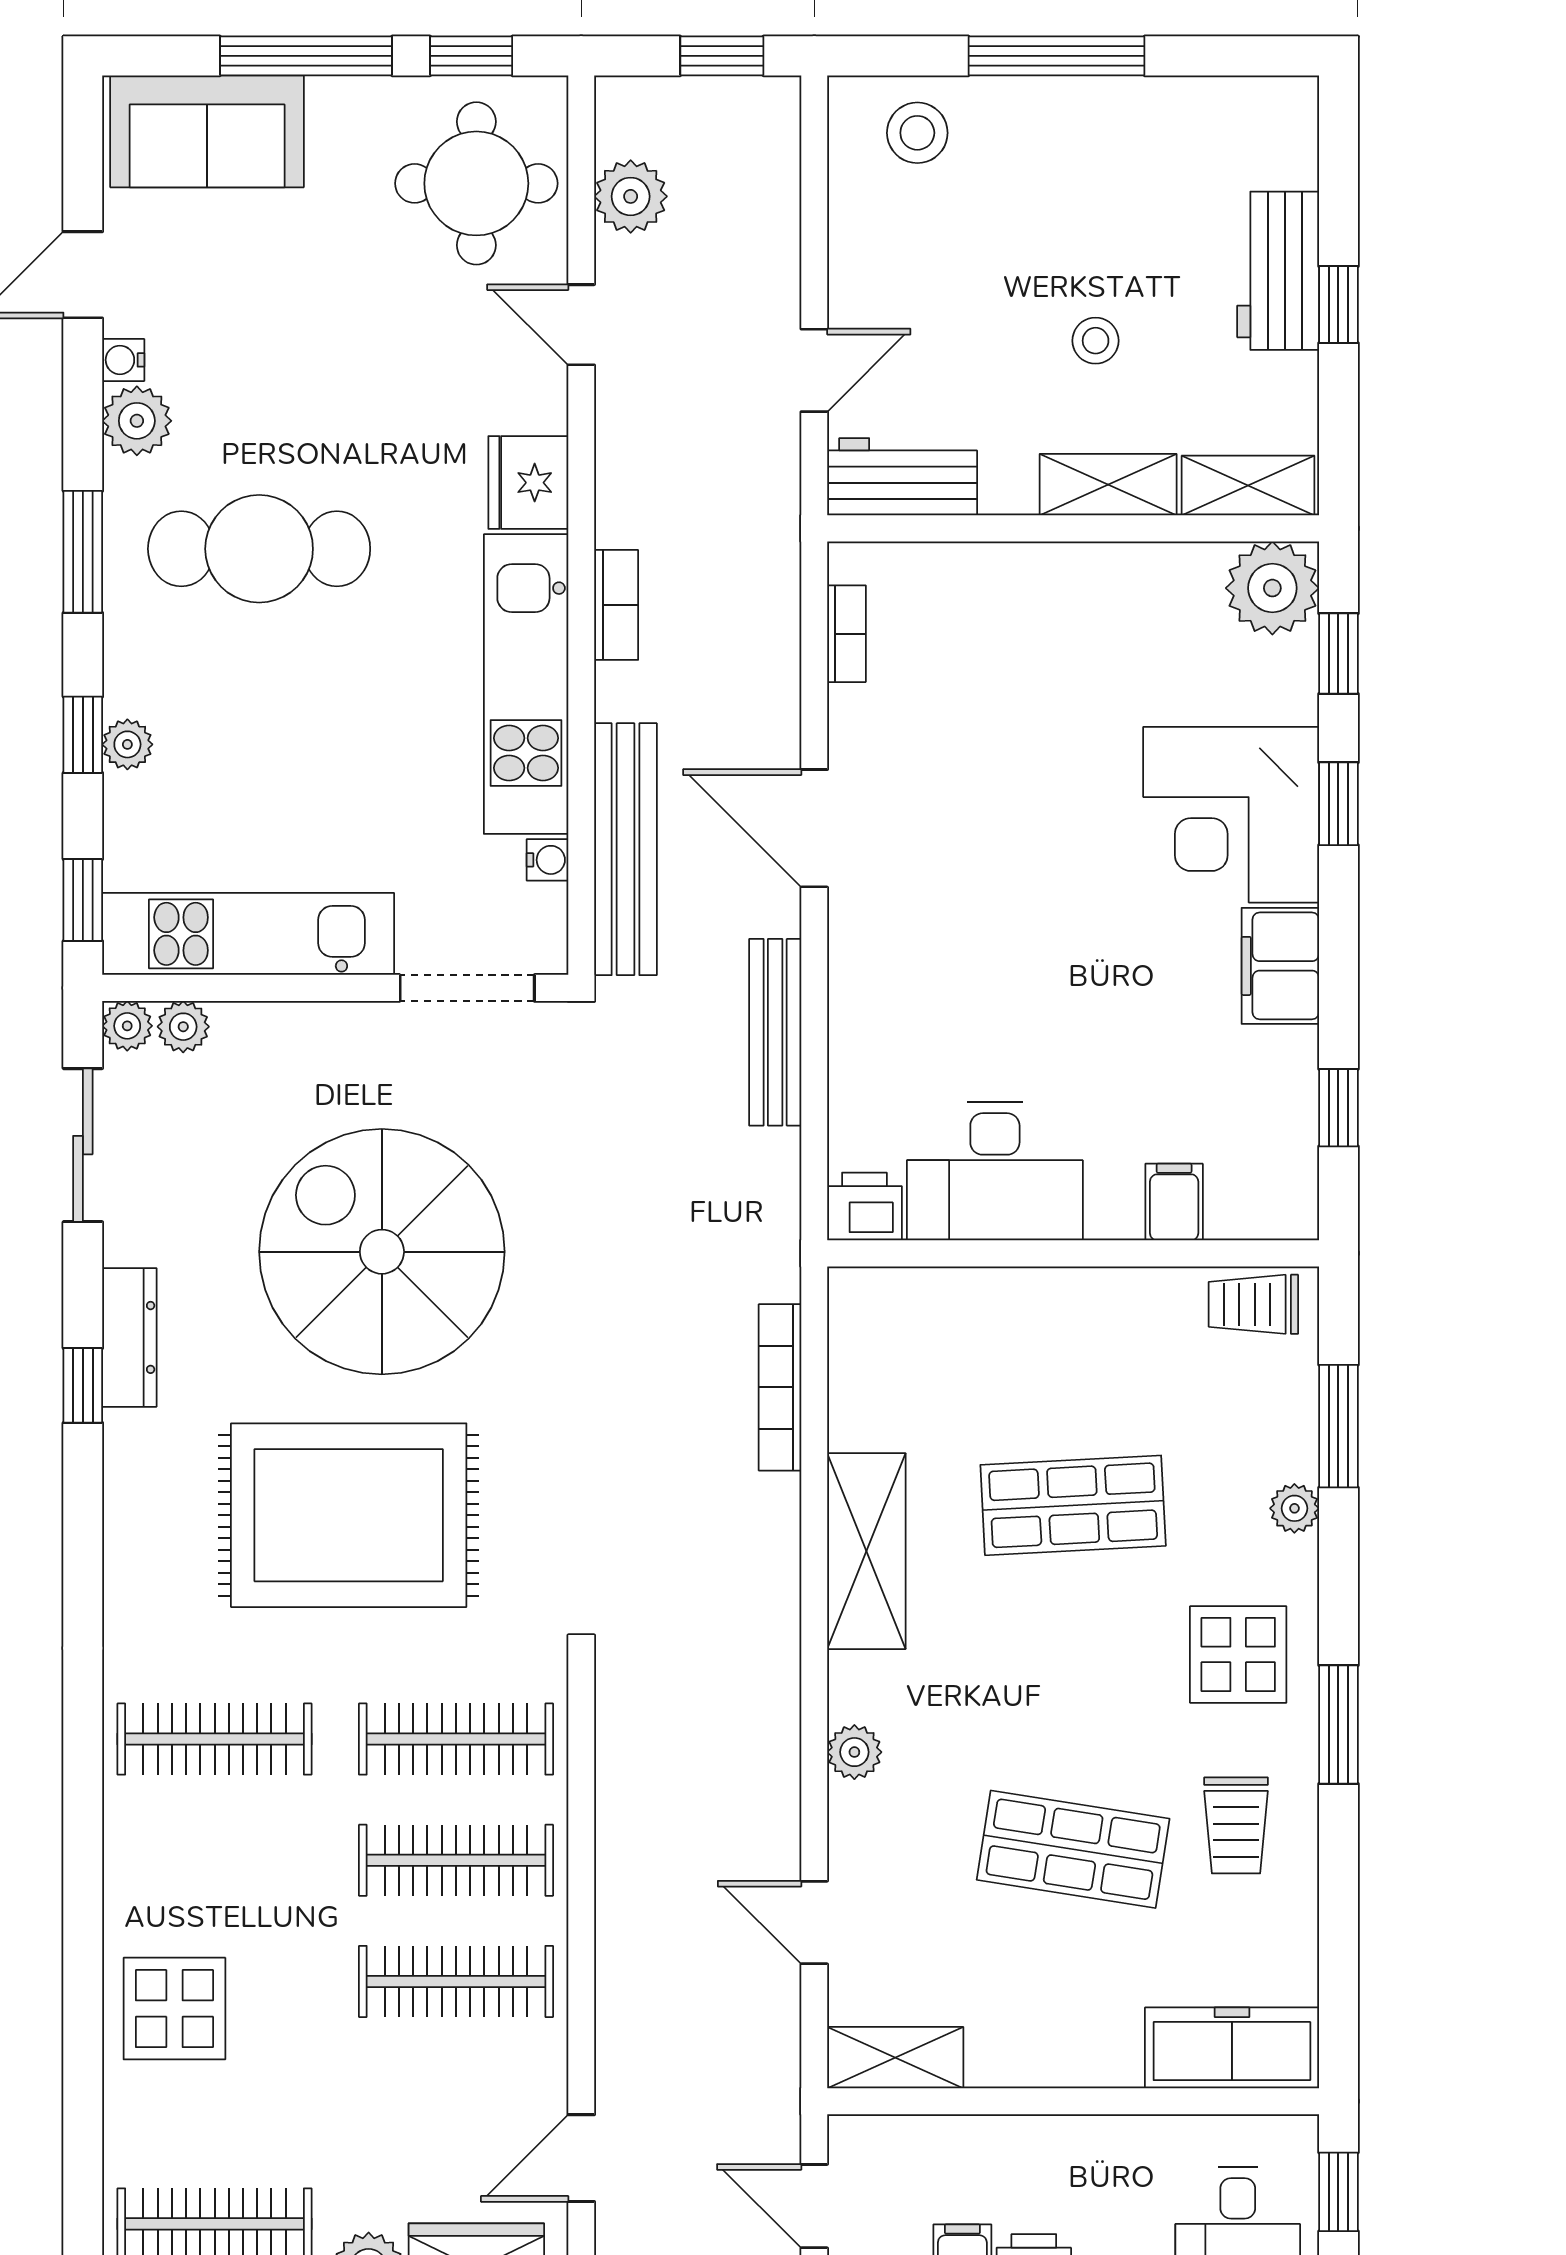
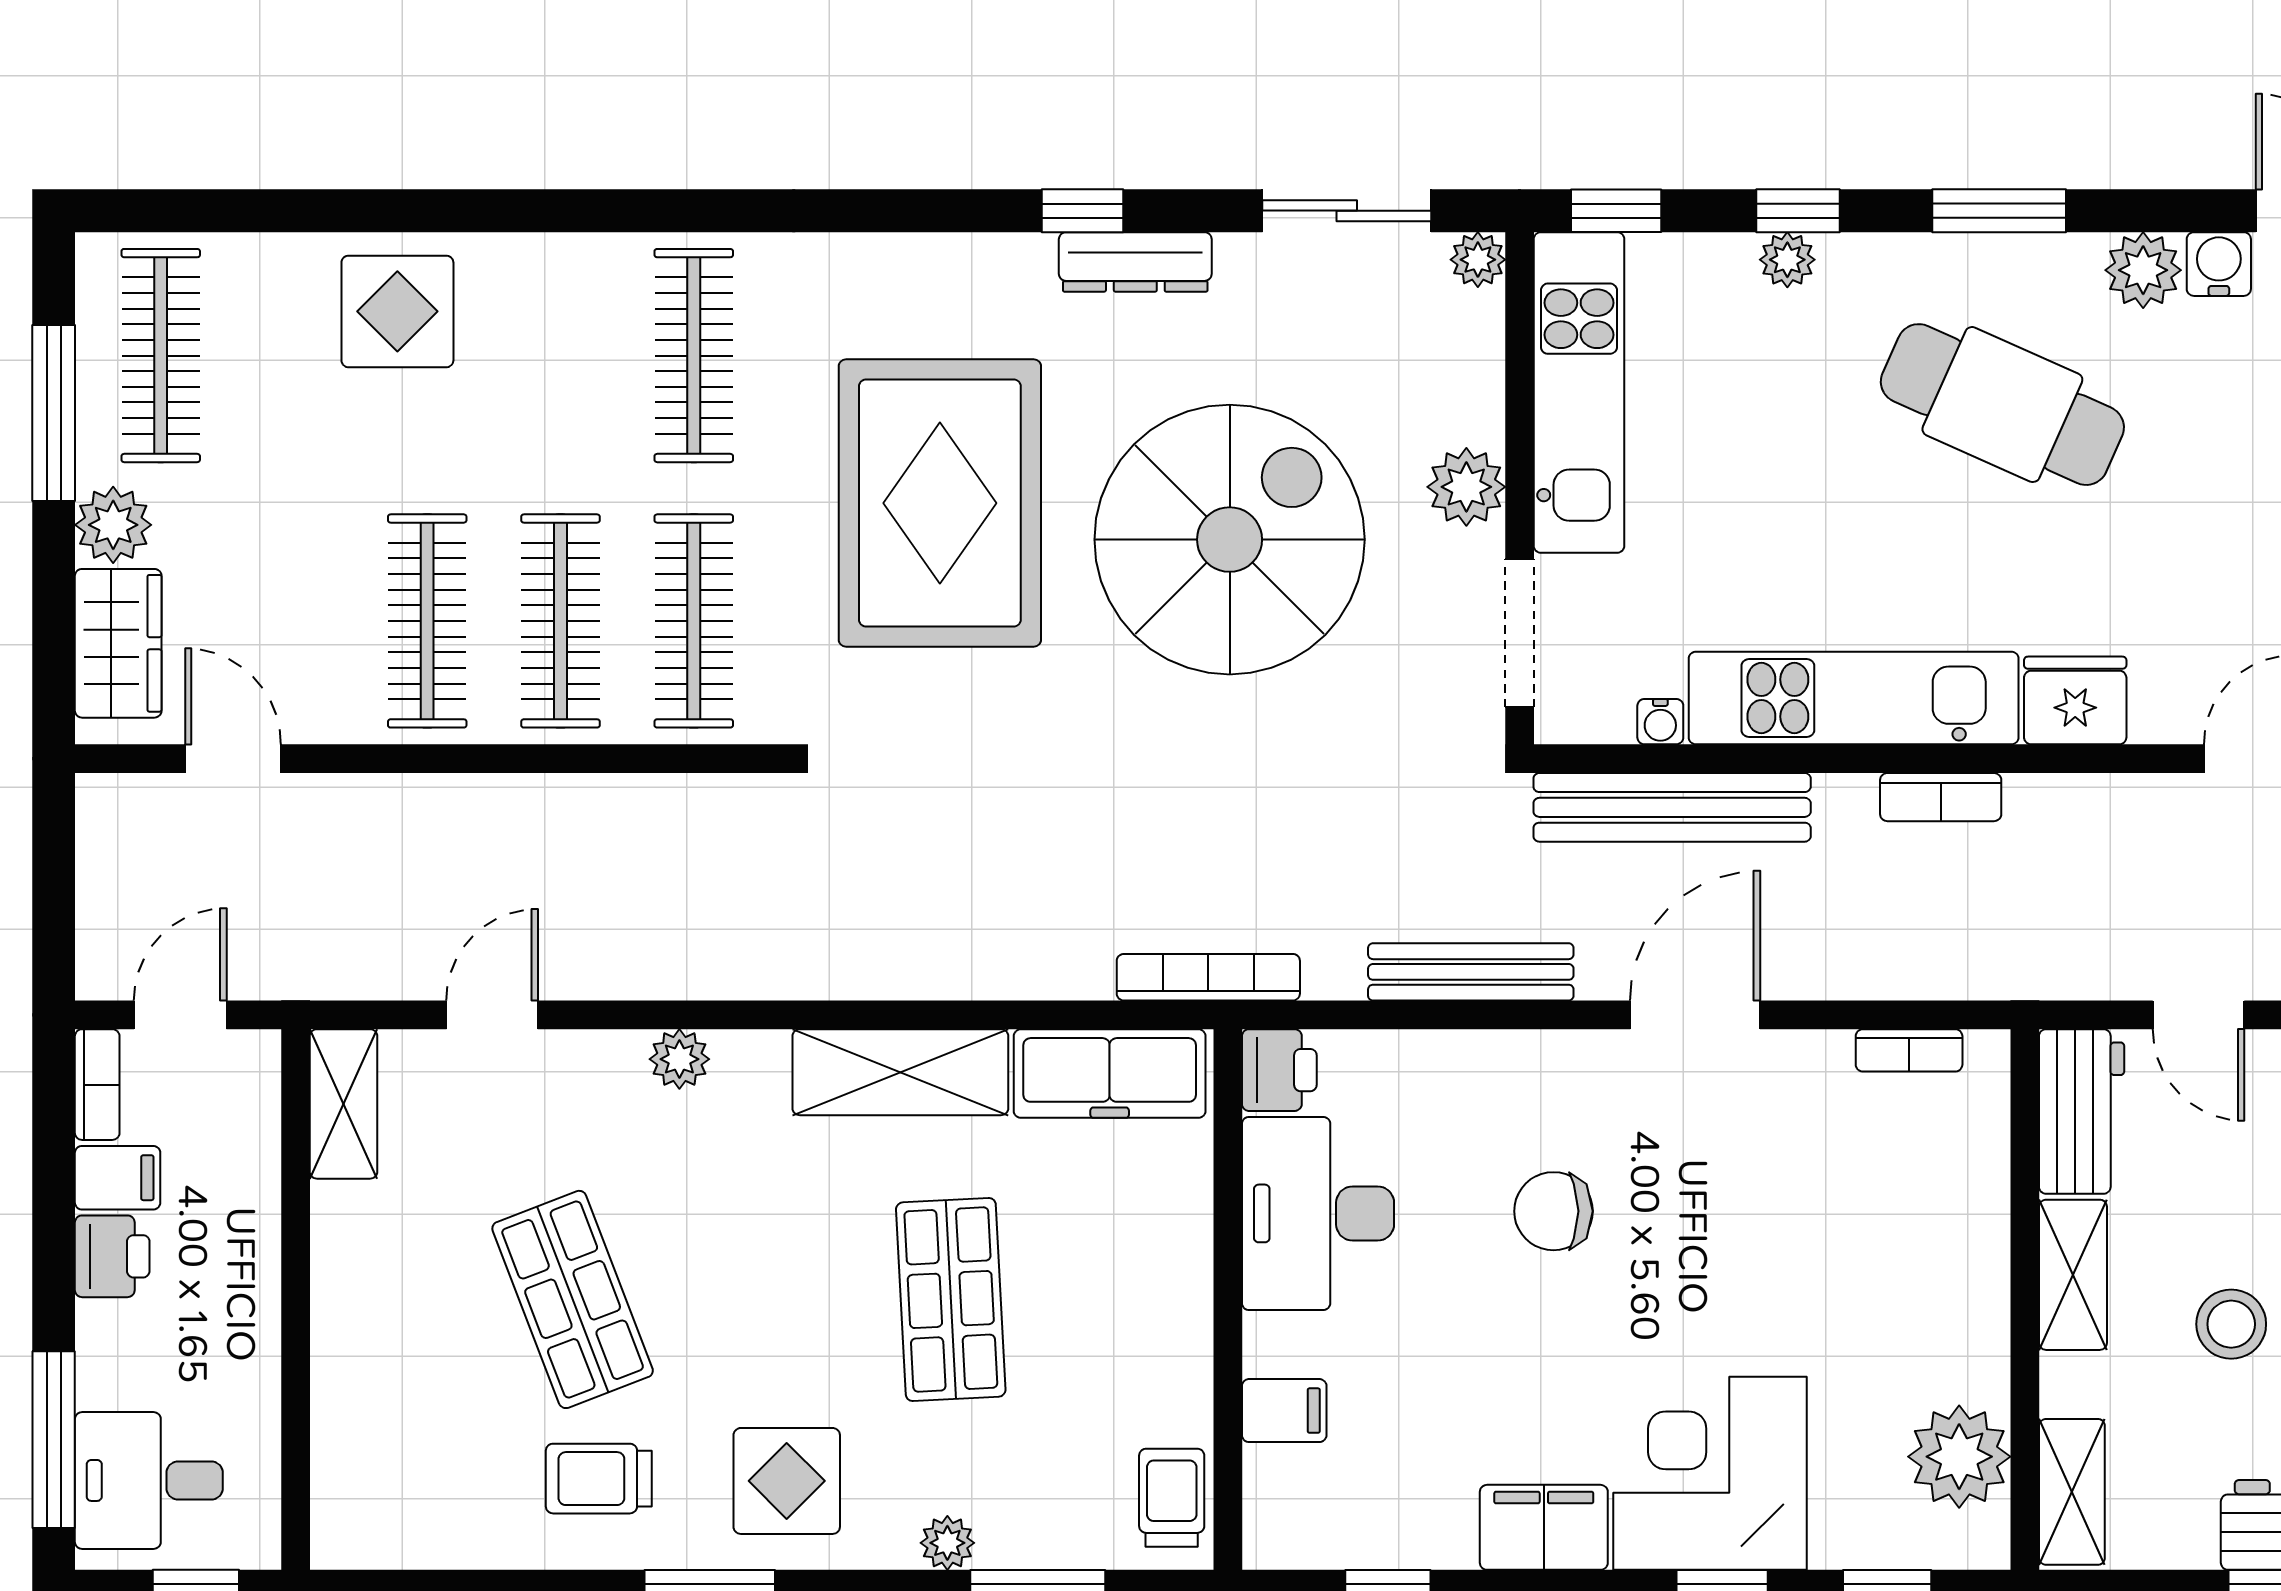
stool: (1096, 341) -> (2231, 1324), width x1.37, depth x1.37
water cooler: (123, 360) -> (2219, 264), width x1.38, depth x1.38
shelving: (1108, 485) -> (2073, 1275), moved
cafe table: (259, 549) -> (2002, 405), turned -66
plant: (1272, 588) -> (1959, 1457), moved
chair: (993, 957) -> (1553, 1211), added
plant: (183, 1027) -> (1466, 487), moved, width x1.38, depth x1.38
bookcase: (780, 1387) -> (1208, 977), moved
shop shelf: (1073, 1849) -> (573, 1299), turned -30
freezer: (1232, 2048) -> (1110, 1074), moved, turned 90

